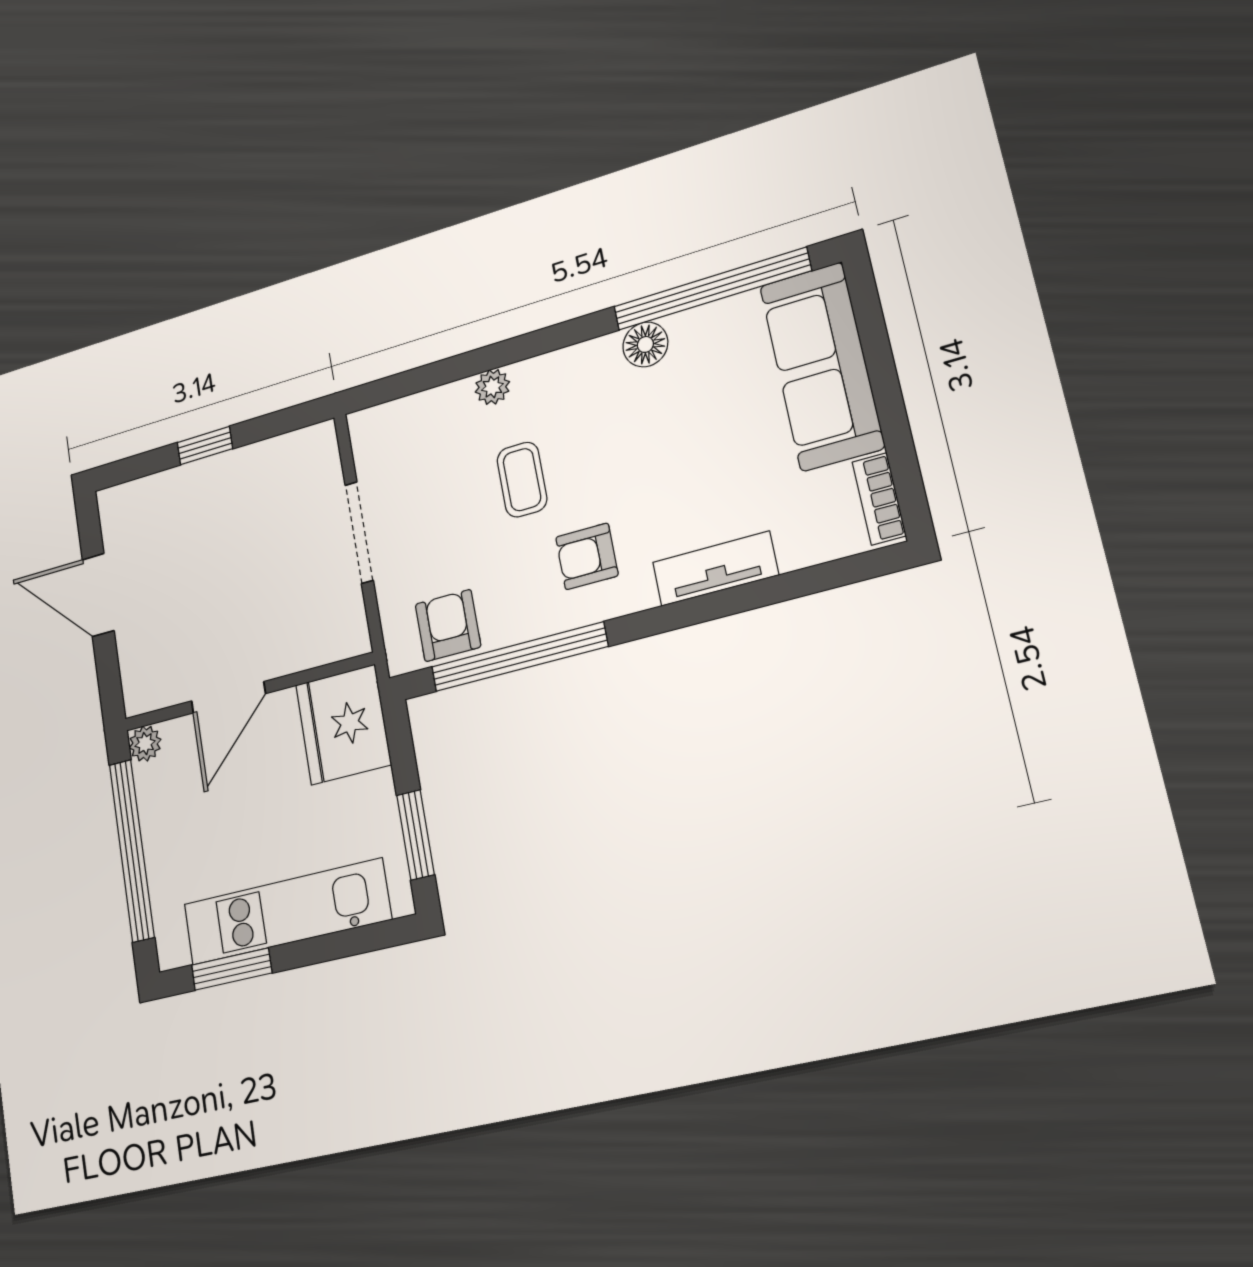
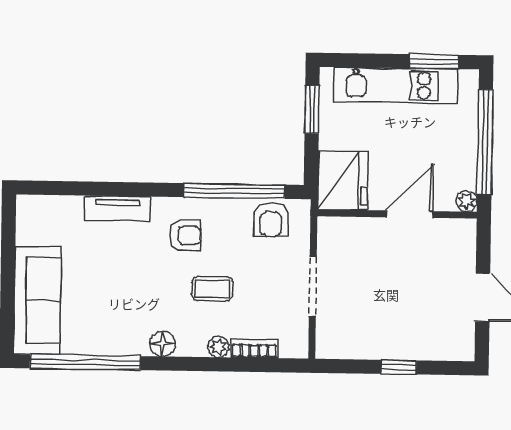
floor lamp: (645, 344) -> (163, 344), moved
coffee table: (522, 480) -> (212, 289), turned 90
bookcase: (879, 499) -> (254, 349), moved, turned -90

